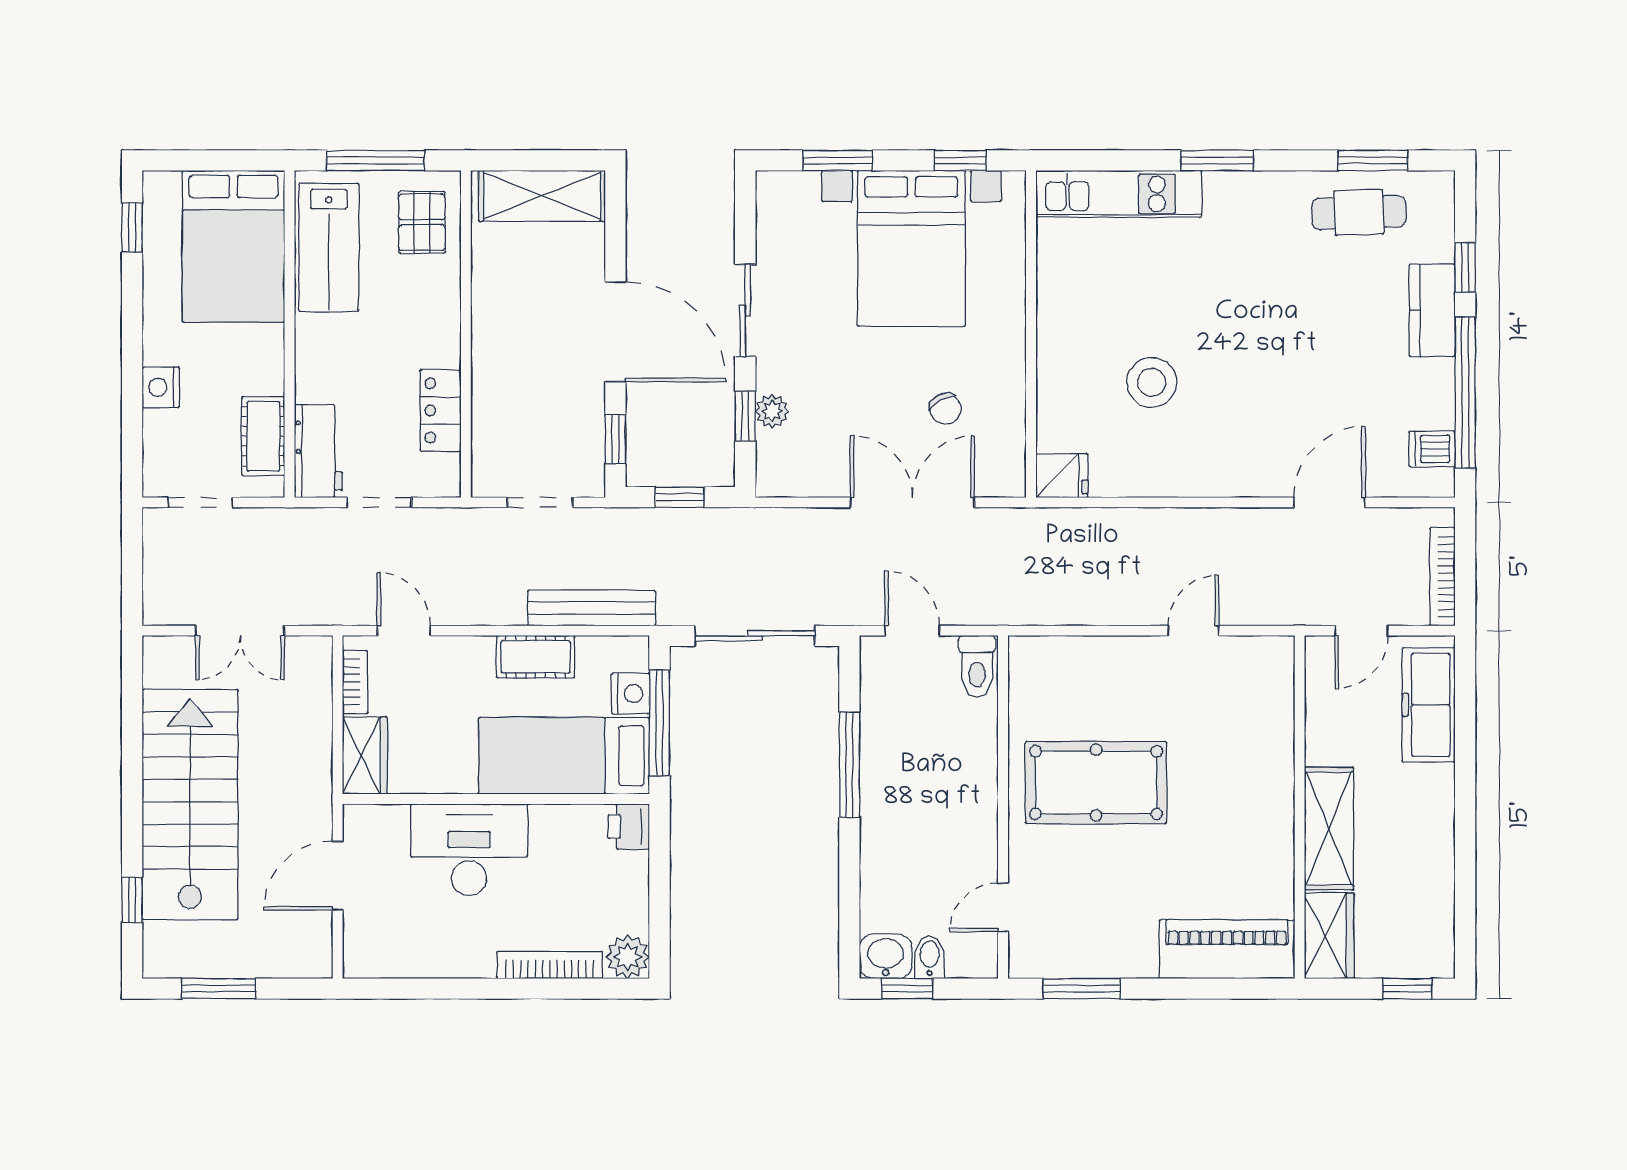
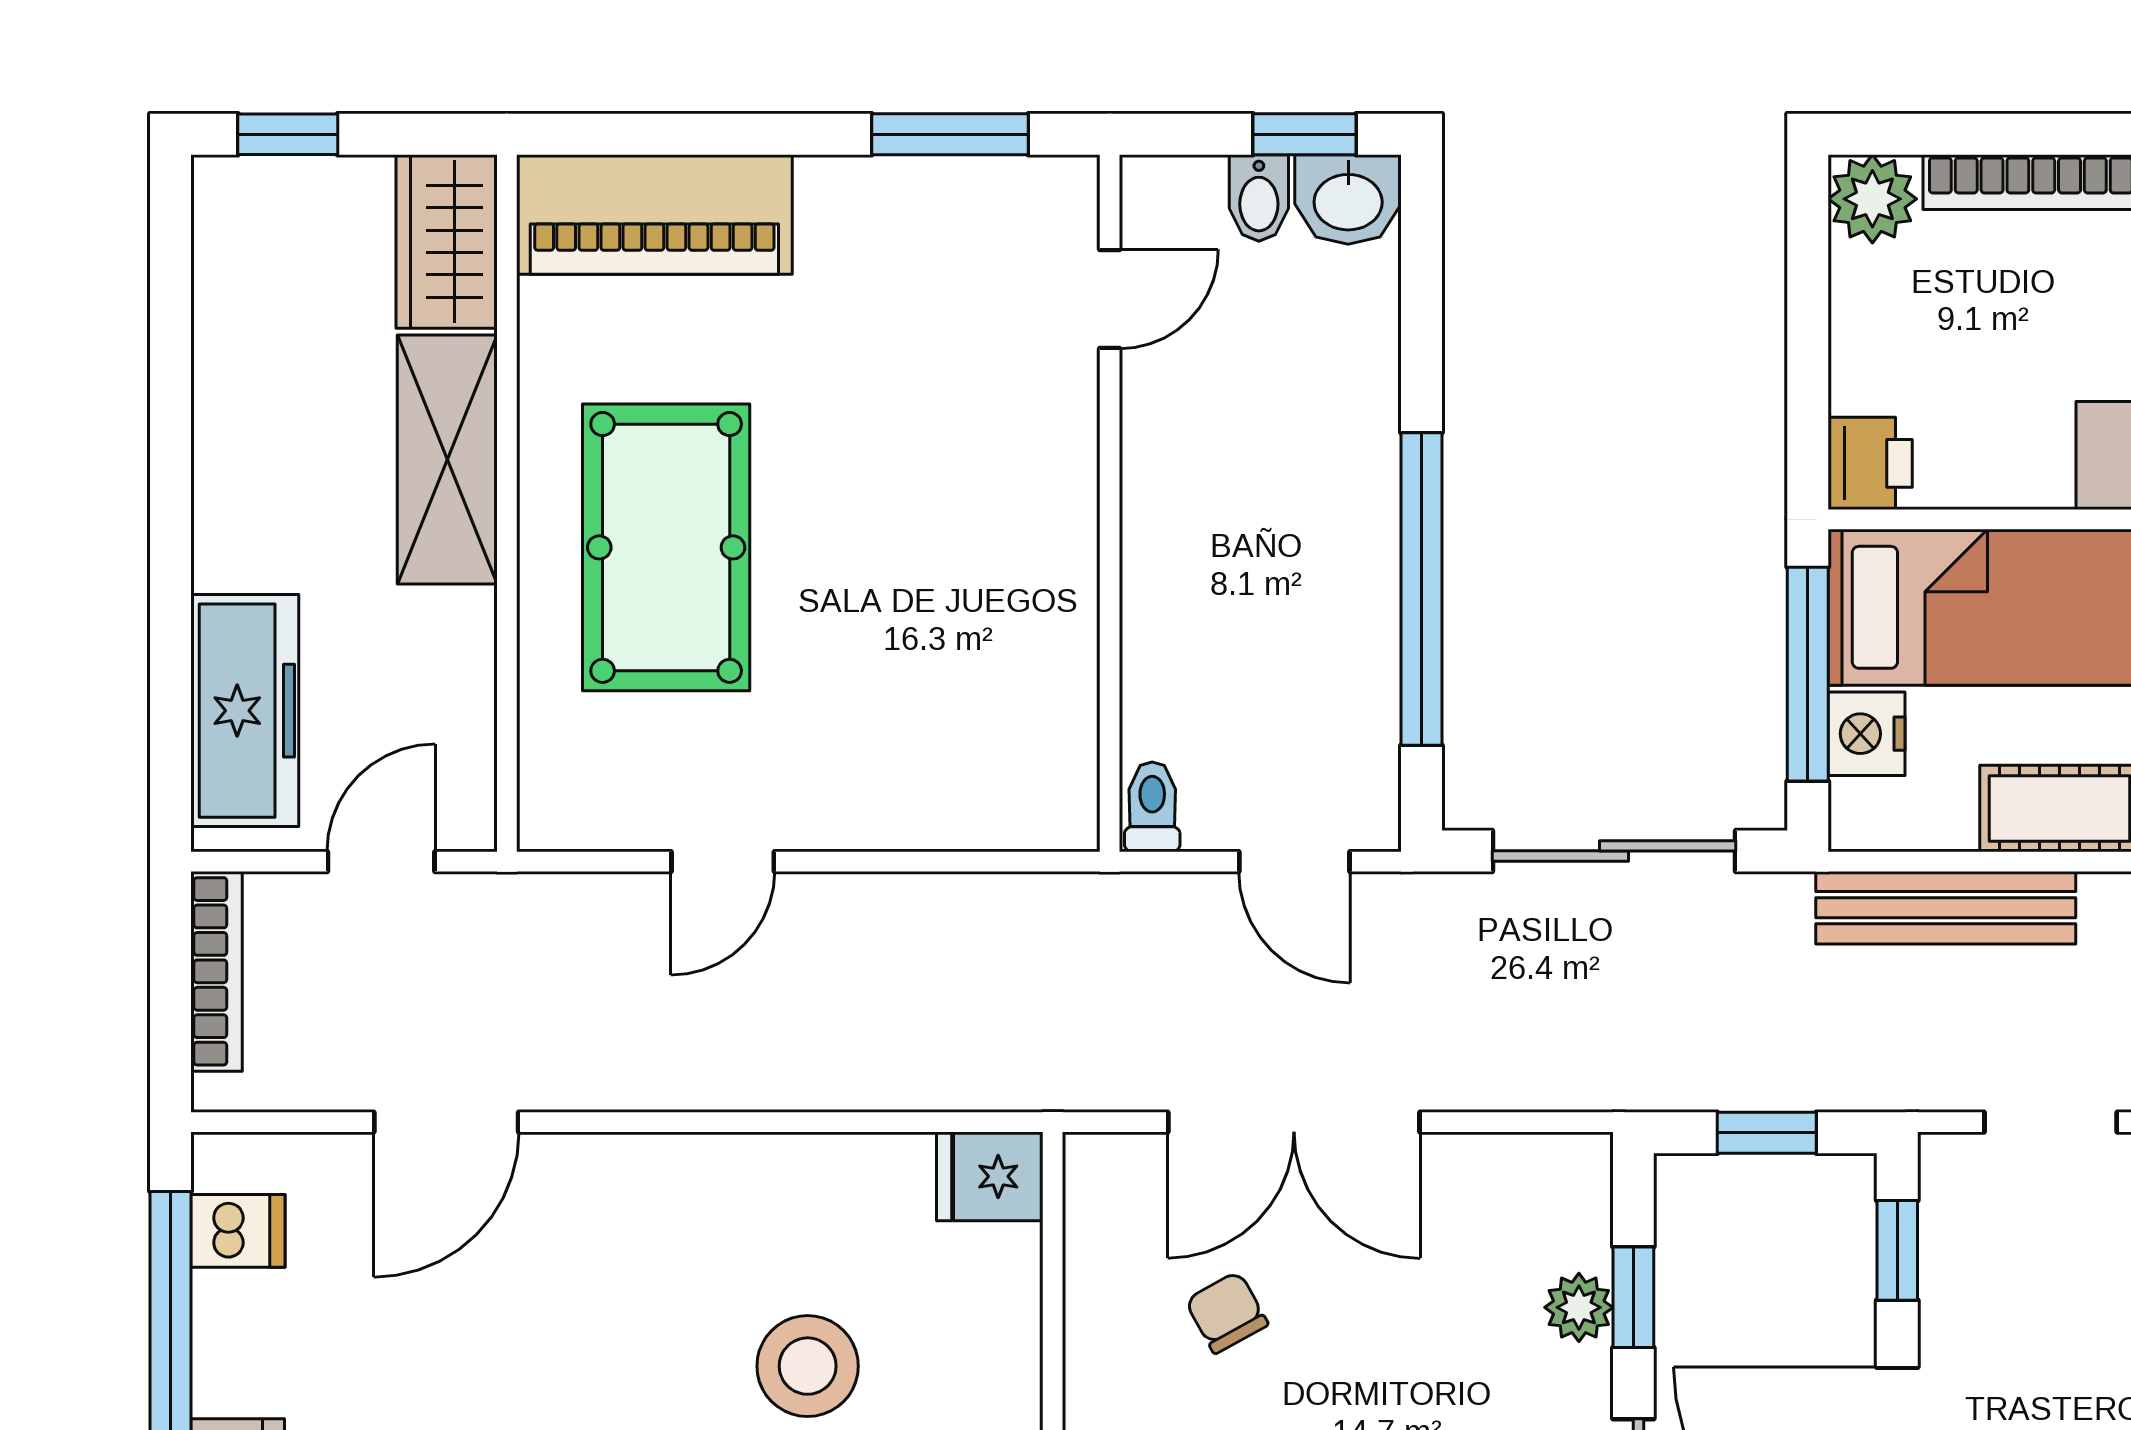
toilet: (977, 666) -> (1152, 807), width x0.73, depth x0.72
window: (849, 765) -> (1422, 589), width x1.46
pool table: (1096, 783) -> (666, 547), moved, turned 90

